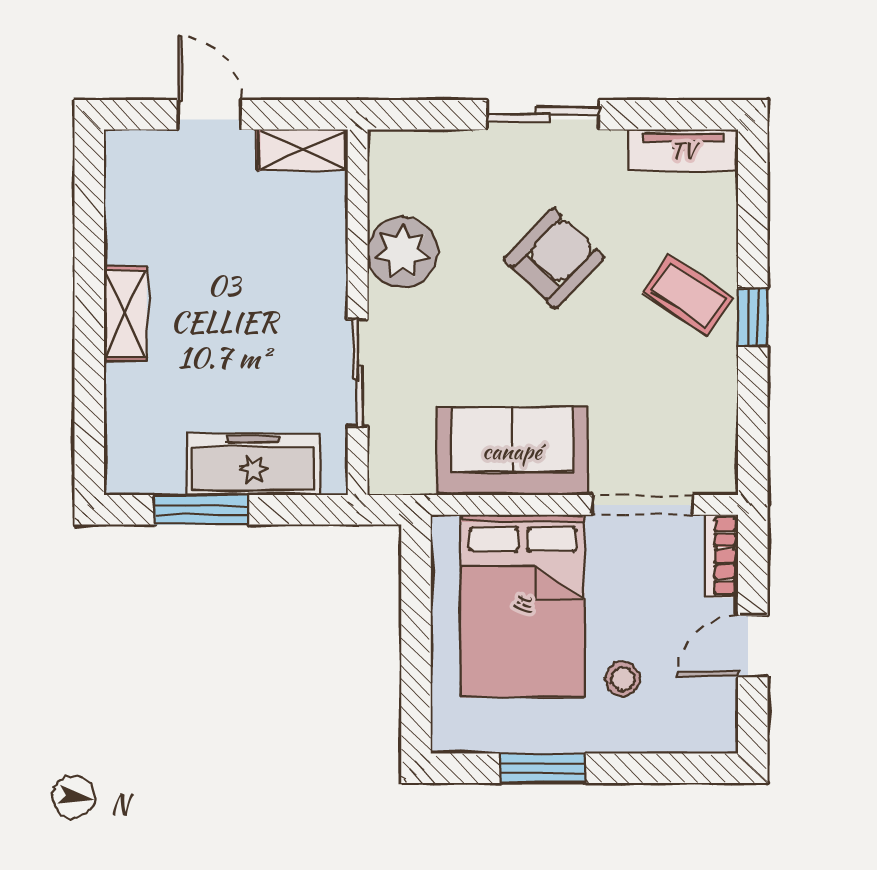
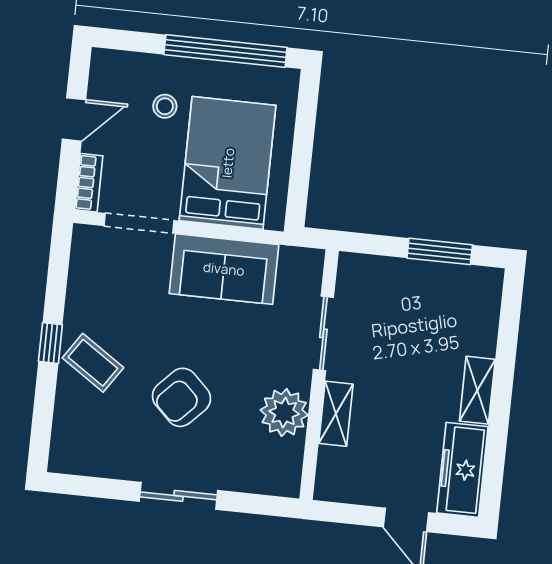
shelving: (302, 150) -> (336, 414), moved, turned 90
tv unit: (683, 150) -> (86, 462), removed
freezer: (253, 464) -> (462, 470), moved, turned 90
window: (543, 768) -> (225, 51), width x2.11

